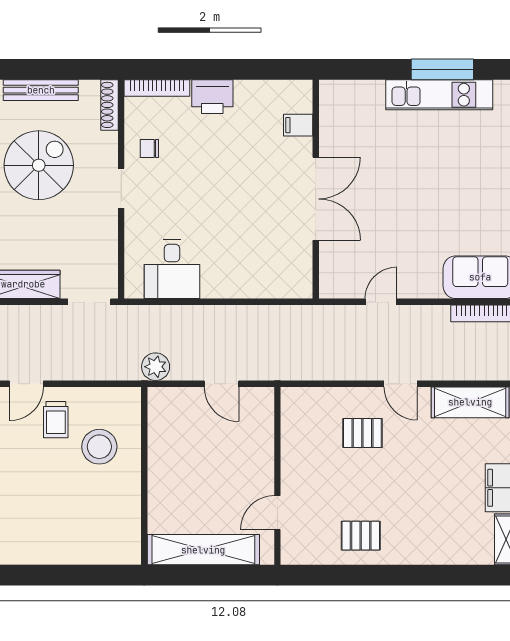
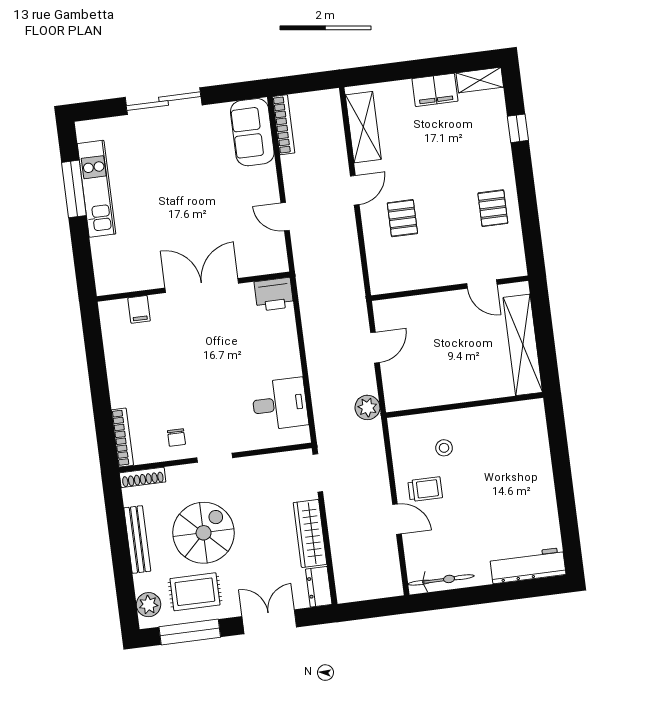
printer: (212, 97) -> (274, 294), moved, turned 90
spiral stairs: (39, 165) -> (204, 533), turned 90
stool: (99, 447) -> (444, 448), width x0.53, depth x0.53
window: (447, 575) -> (518, 128), added

